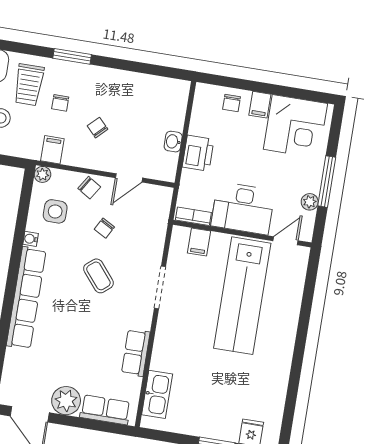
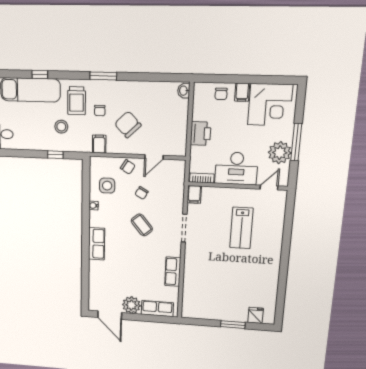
chair: (97, 128) -> (128, 124), width x1.87, depth x1.87
washbasin: (173, 142) -> (184, 91), moved
plant: (43, 174) -> (95, 162), removed
plant: (310, 202) -> (280, 153), width x1.88, depth x1.88
filing cabinet: (199, 242) -> (194, 194), moved
lab bench: (242, 296) -> (241, 228), width x0.54, depth x0.72
row of seats: (26, 298) -> (97, 244), width x0.50
kitchen sink: (157, 394) -> (190, 296), removed

